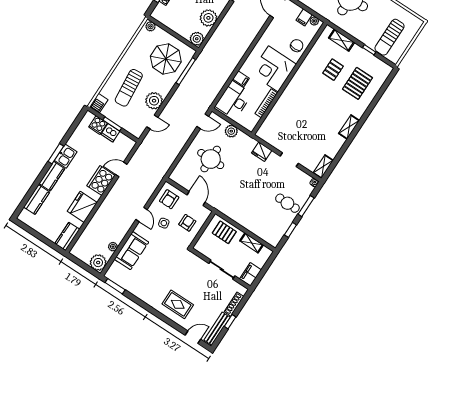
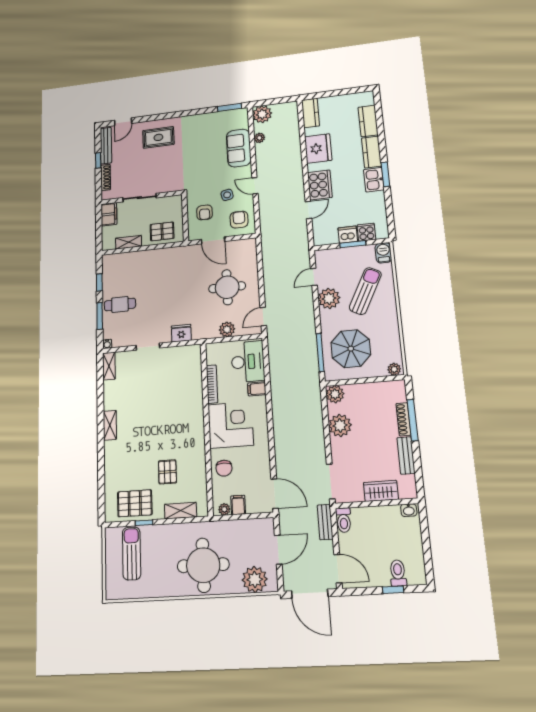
pallet: (357, 83) -> (135, 503), moved, turned 90
sun lounger: (129, 88) -> (365, 291), turned 32

